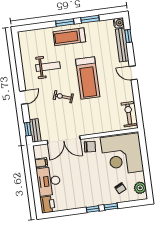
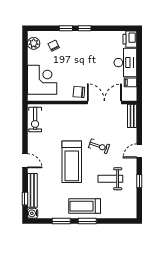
treadmill: (69, 37) -> (85, 206), turned 180
treadmill: (88, 78) -> (72, 162), turned 180
window: (28, 129) -> (139, 181), moved
corner desk: (122, 154) -> (42, 80), width x0.74, depth x0.74

